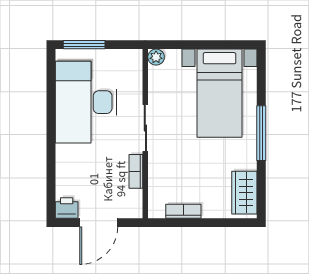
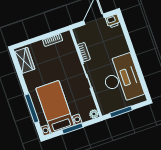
window: (84, 45) -> (121, 112), moved
window: (202, 45) -> (72, 129), added
window: (261, 133) -> (32, 108), moved

